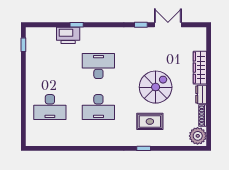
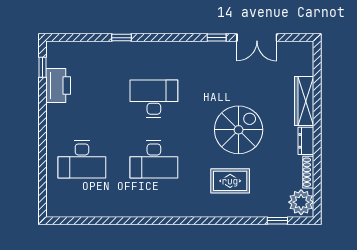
double door: (168, 25) -> (257, 38), swing flipped
printer: (68, 35) -> (58, 85), moved, turned -90
window: (144, 148) -> (277, 221), moved

